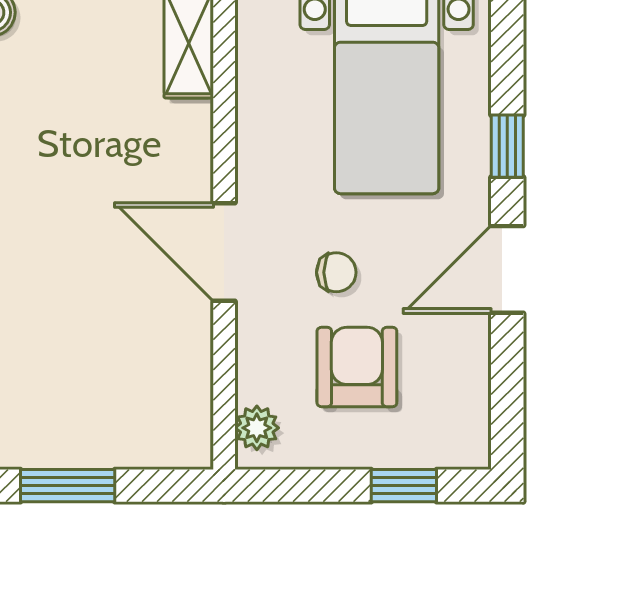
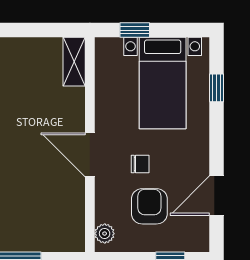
window: (507, 146) -> (217, 88), moved
door: (507, 269) -> (217, 196), moved

